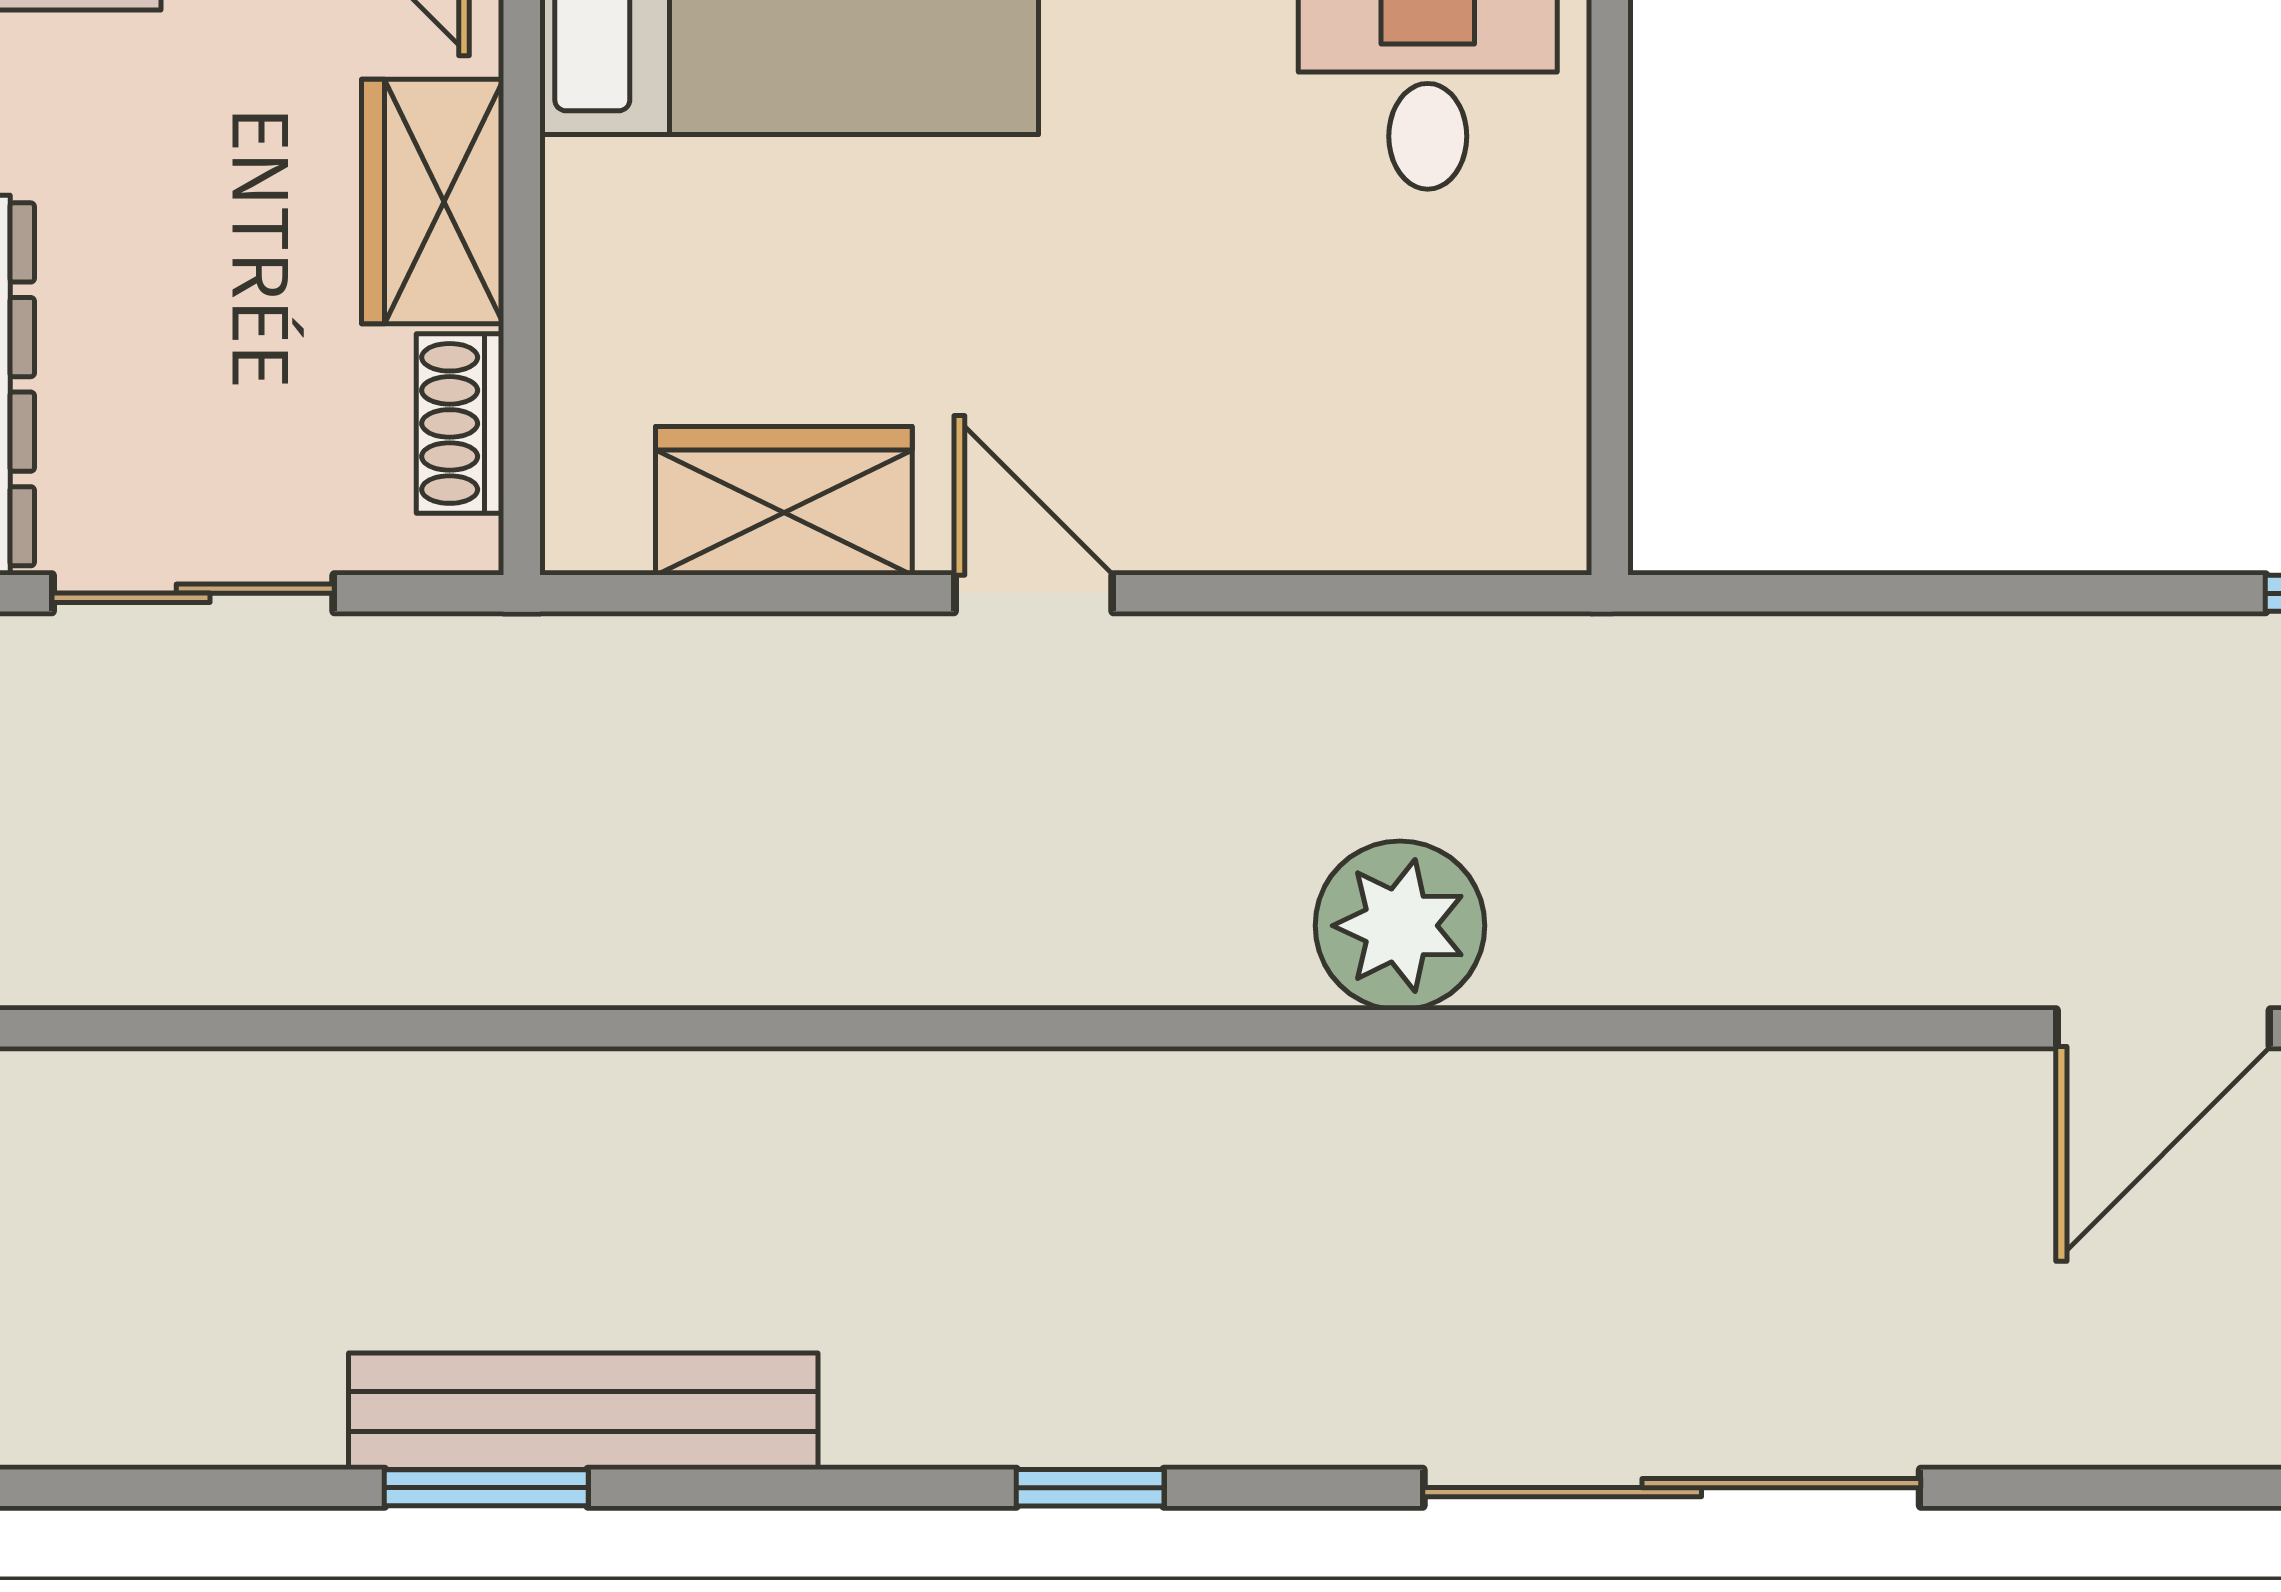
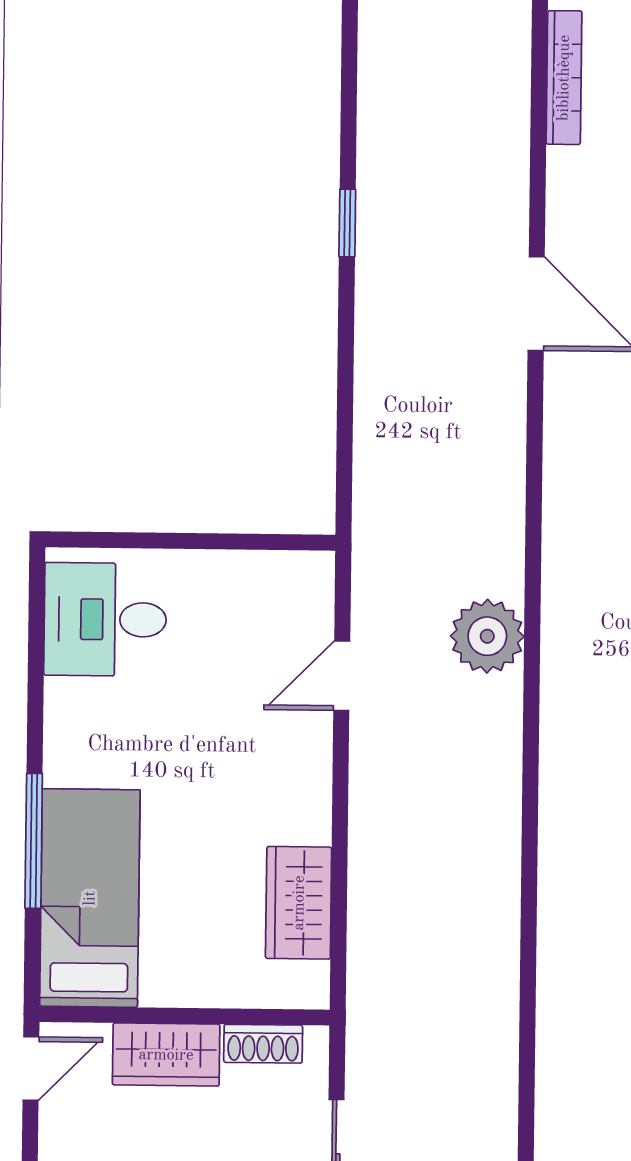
door: (1034, 593) -> (342, 676), moved

